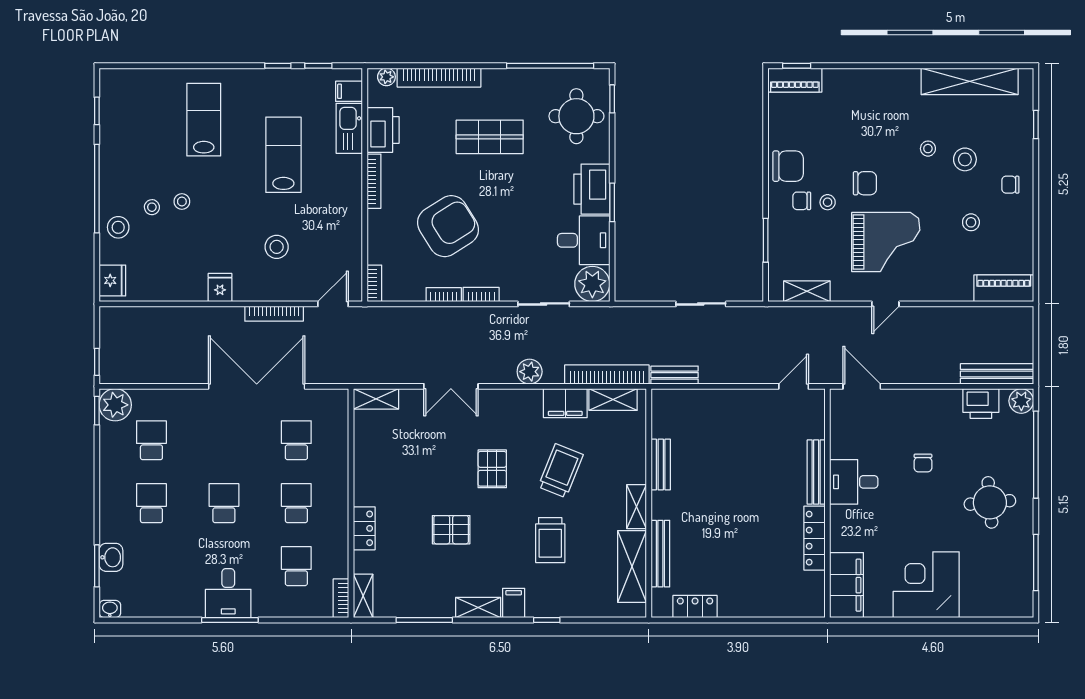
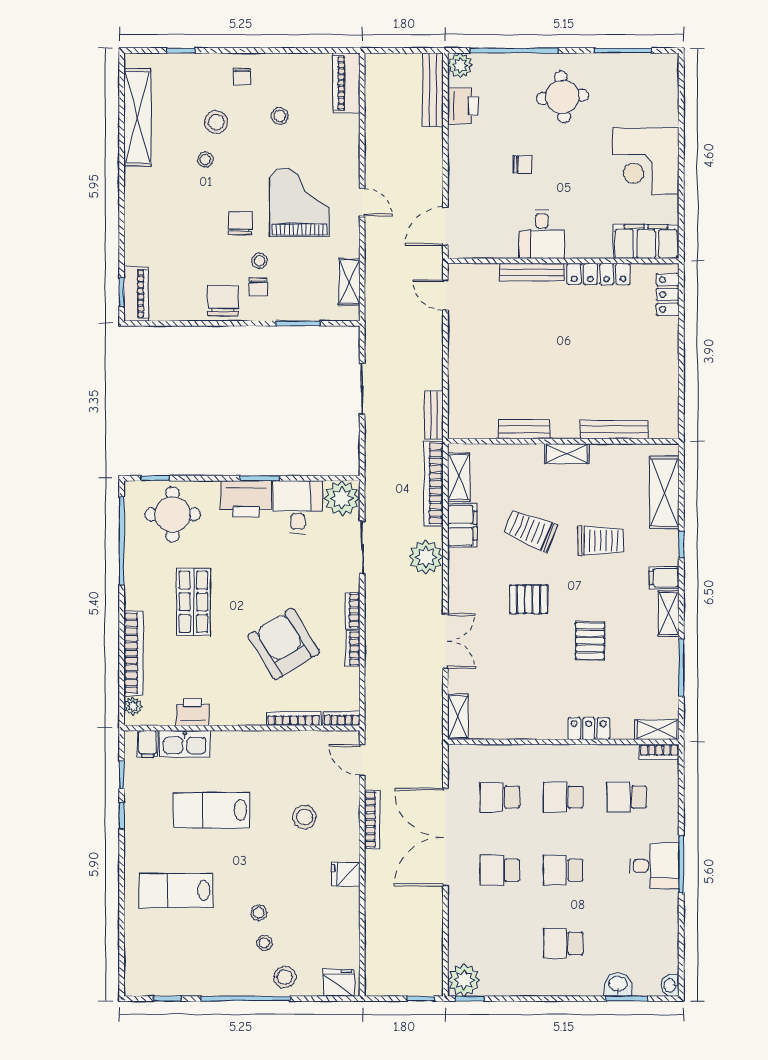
printer: (383, 130) -> (193, 712), width x0.73, depth x0.84
bookcase: (374, 181) -> (294, 719), moved
plant: (530, 372) -> (426, 557), width x1.36, depth x1.36
school desk: (151, 440) -> (500, 870), moved
shelving: (632, 566) -> (664, 492), moved, turned 90
locker: (695, 607) -> (668, 295), moved

